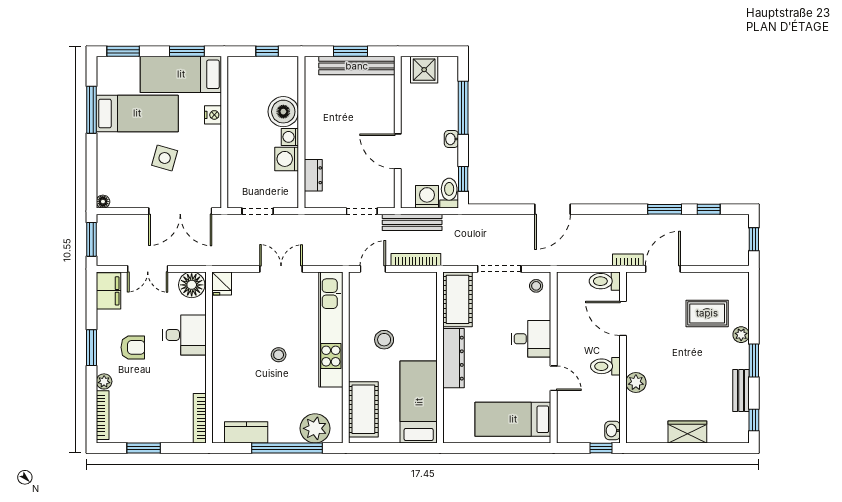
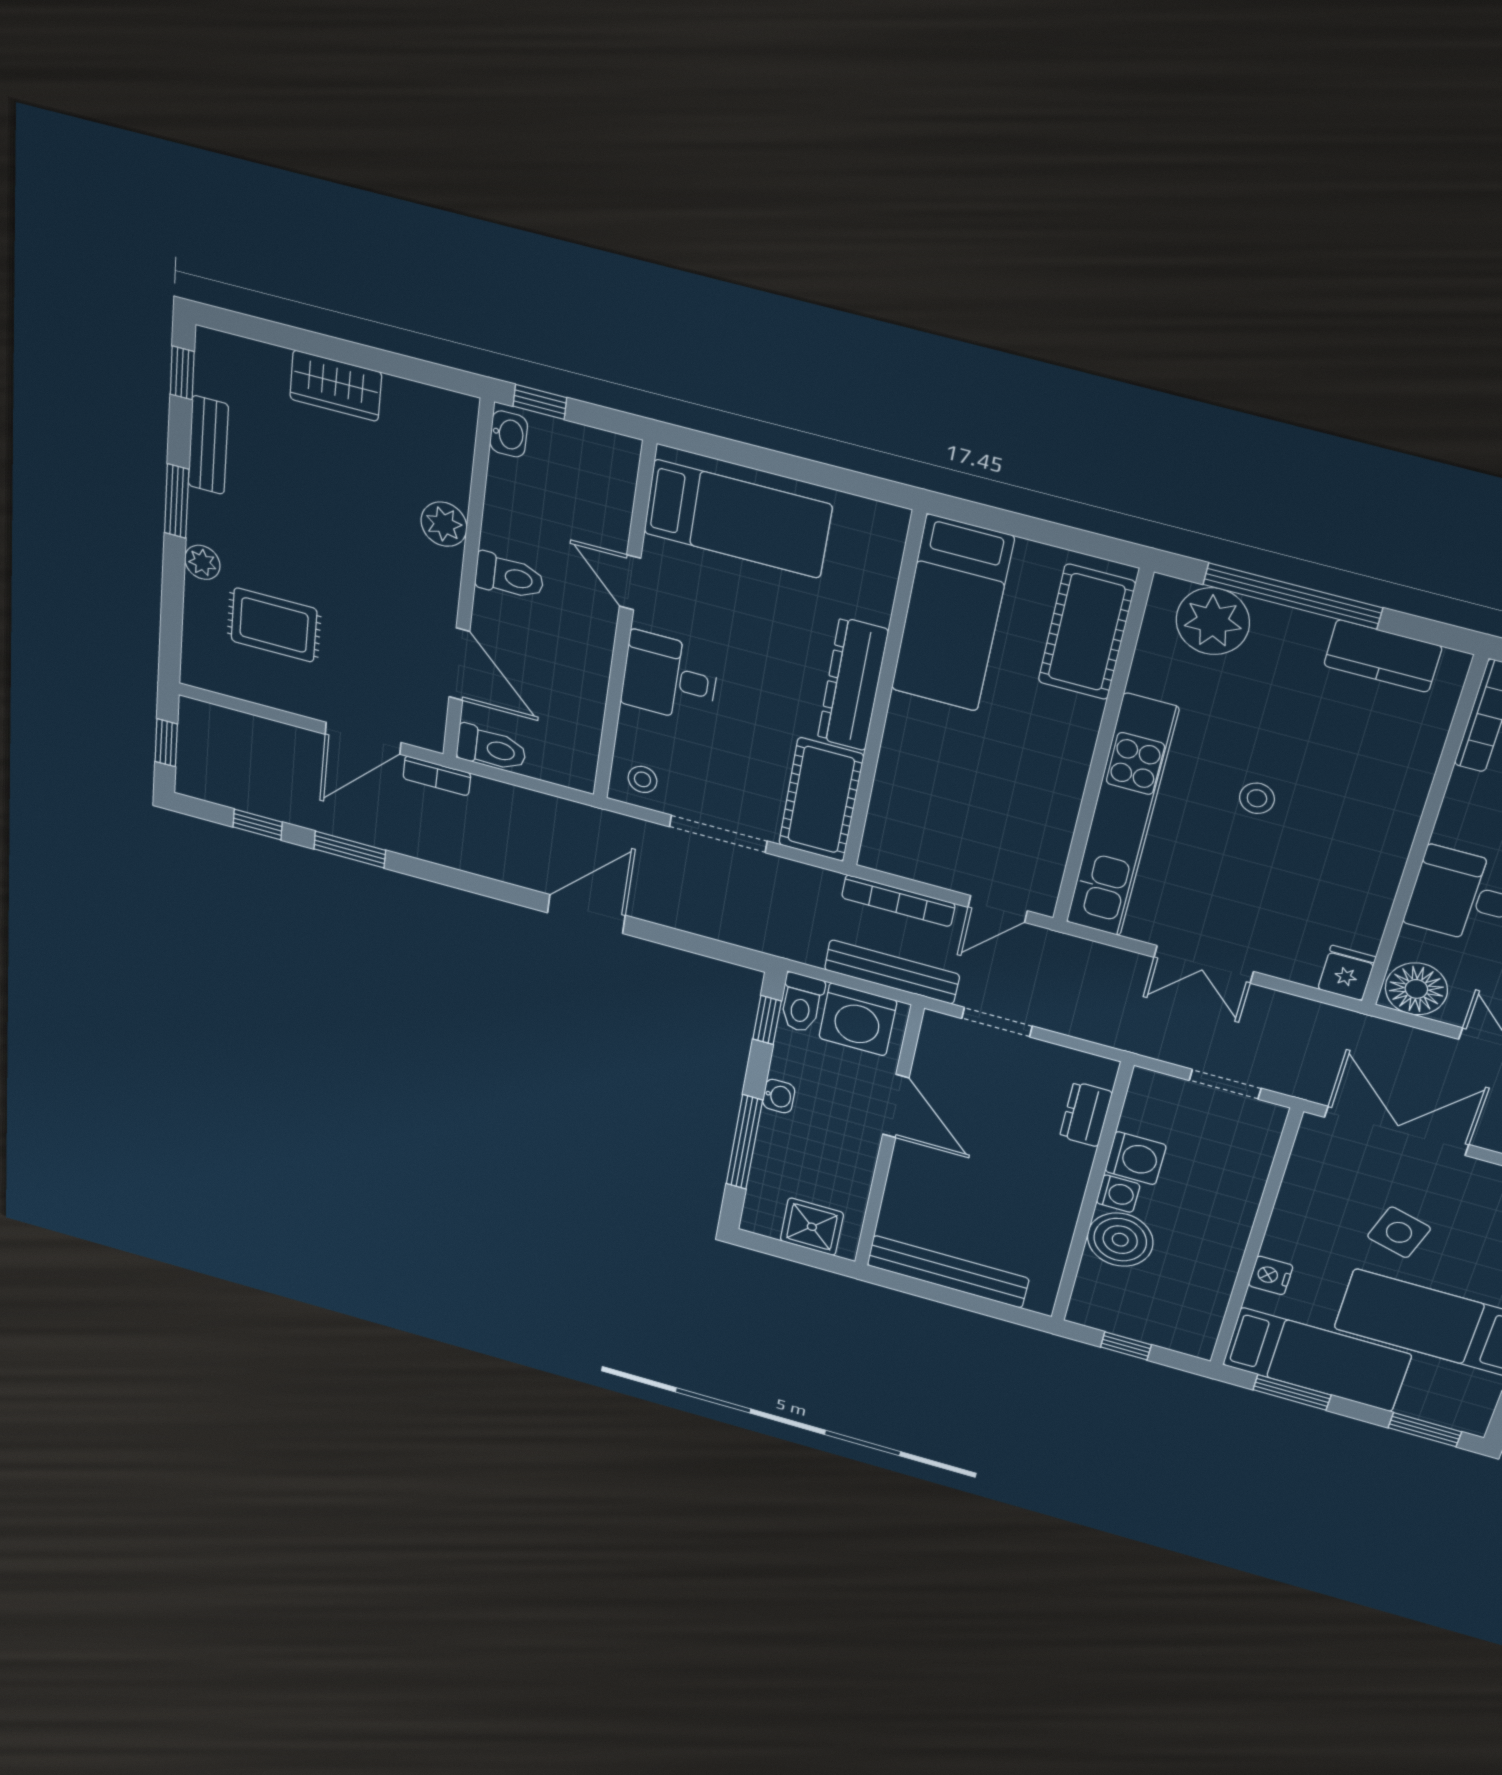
window: (351, 51) -> (955, 1298), removed
washing machine: (427, 197) -> (858, 1019), width x1.37, depth x1.37
stool: (384, 340) -> (1004, 764), removed

